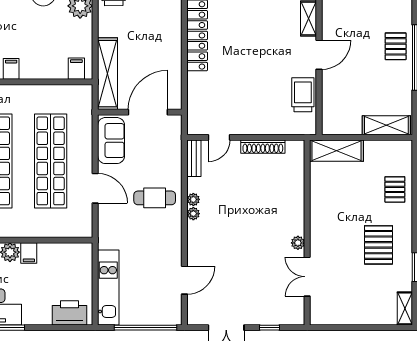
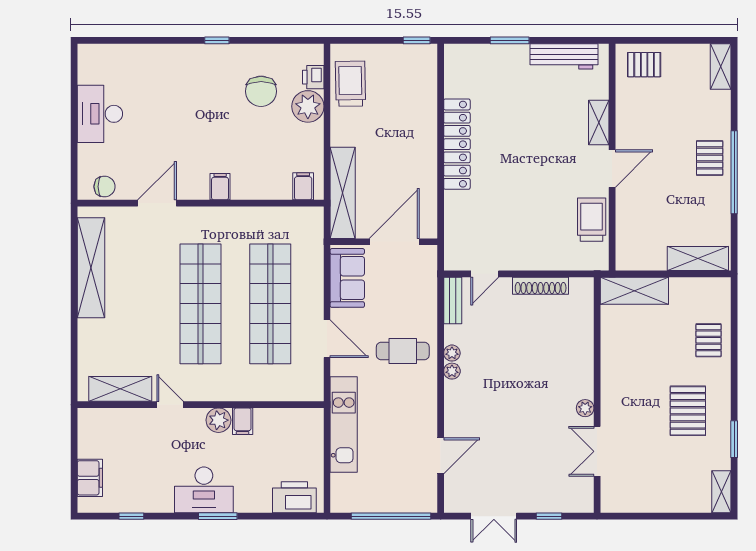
kitchen unit: (108, 287) -> (344, 425), moved

